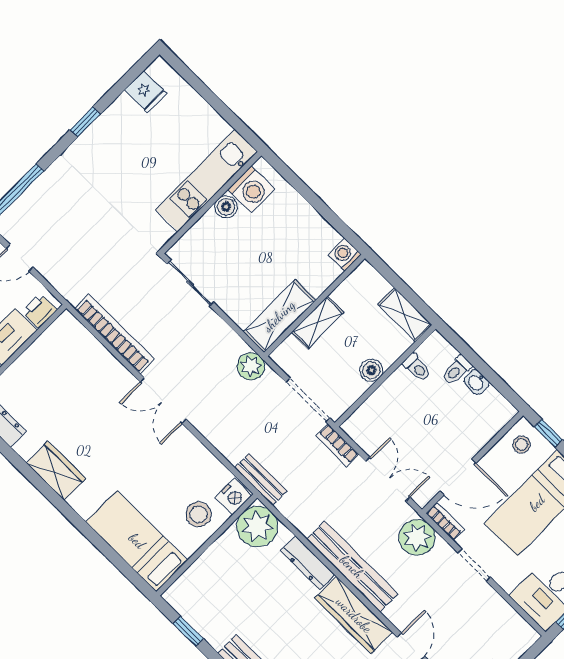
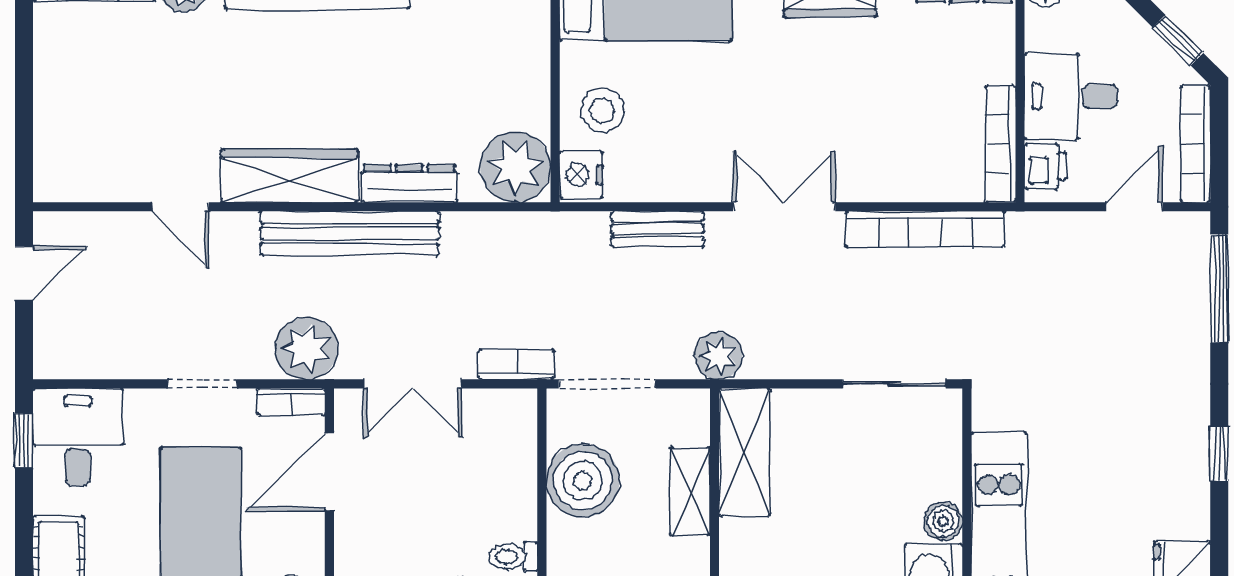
bookcase: (49, 338) -> (1001, 144), added
boiler: (371, 370) -> (583, 481), width x1.86, depth x1.86
bench: (261, 479) -> (657, 229), moved

